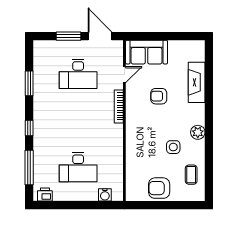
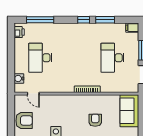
filing cabinet: (39, 48) -> (132, 28), added
door: (124, 75) -> (33, 94), moved
window: (29, 128) -> (84, 20), moved
armchair: (159, 188) -> (24, 121), turned 90

